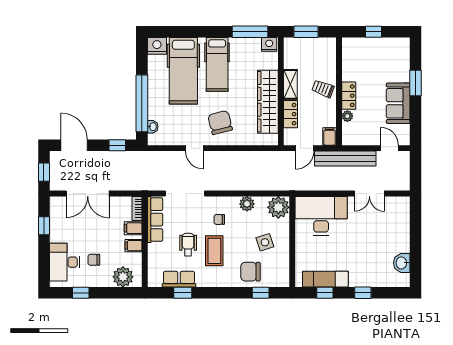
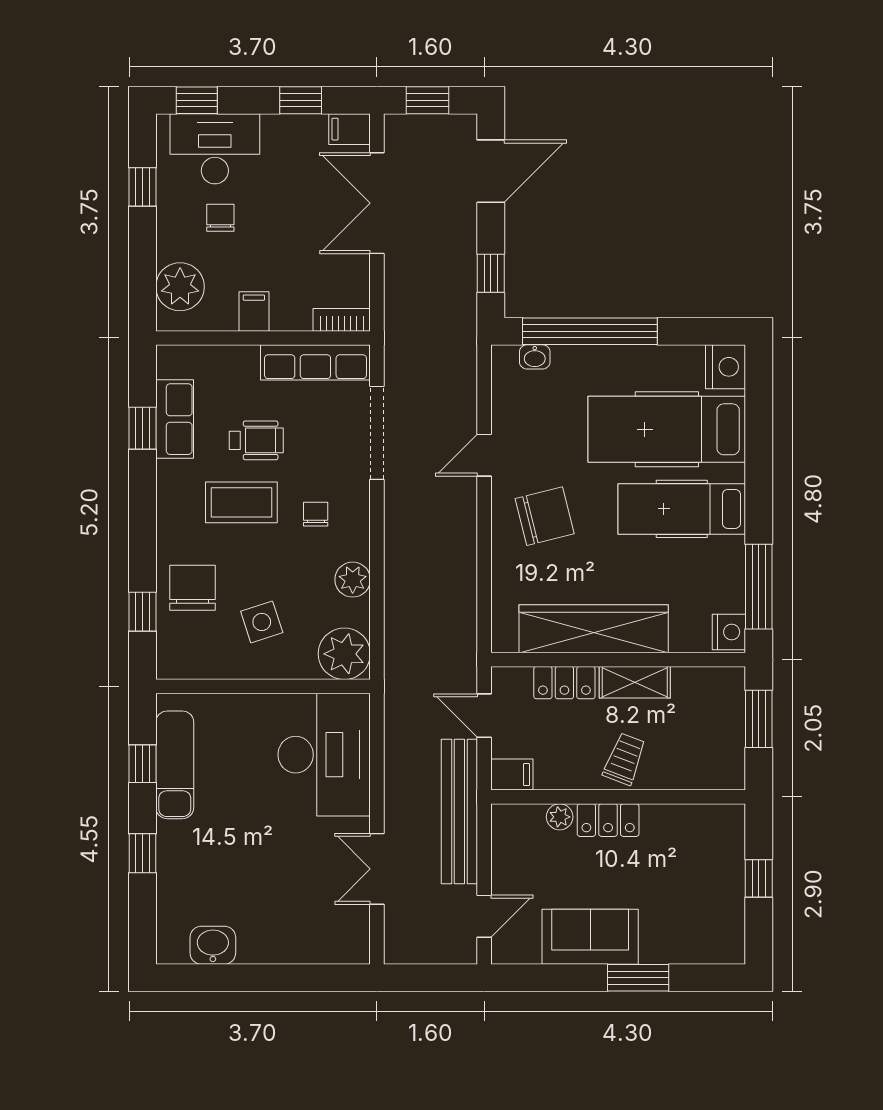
filing cabinet: (133, 228) -> (350, 129), moved, turned -90
window: (44, 270) -> (197, 100), added

